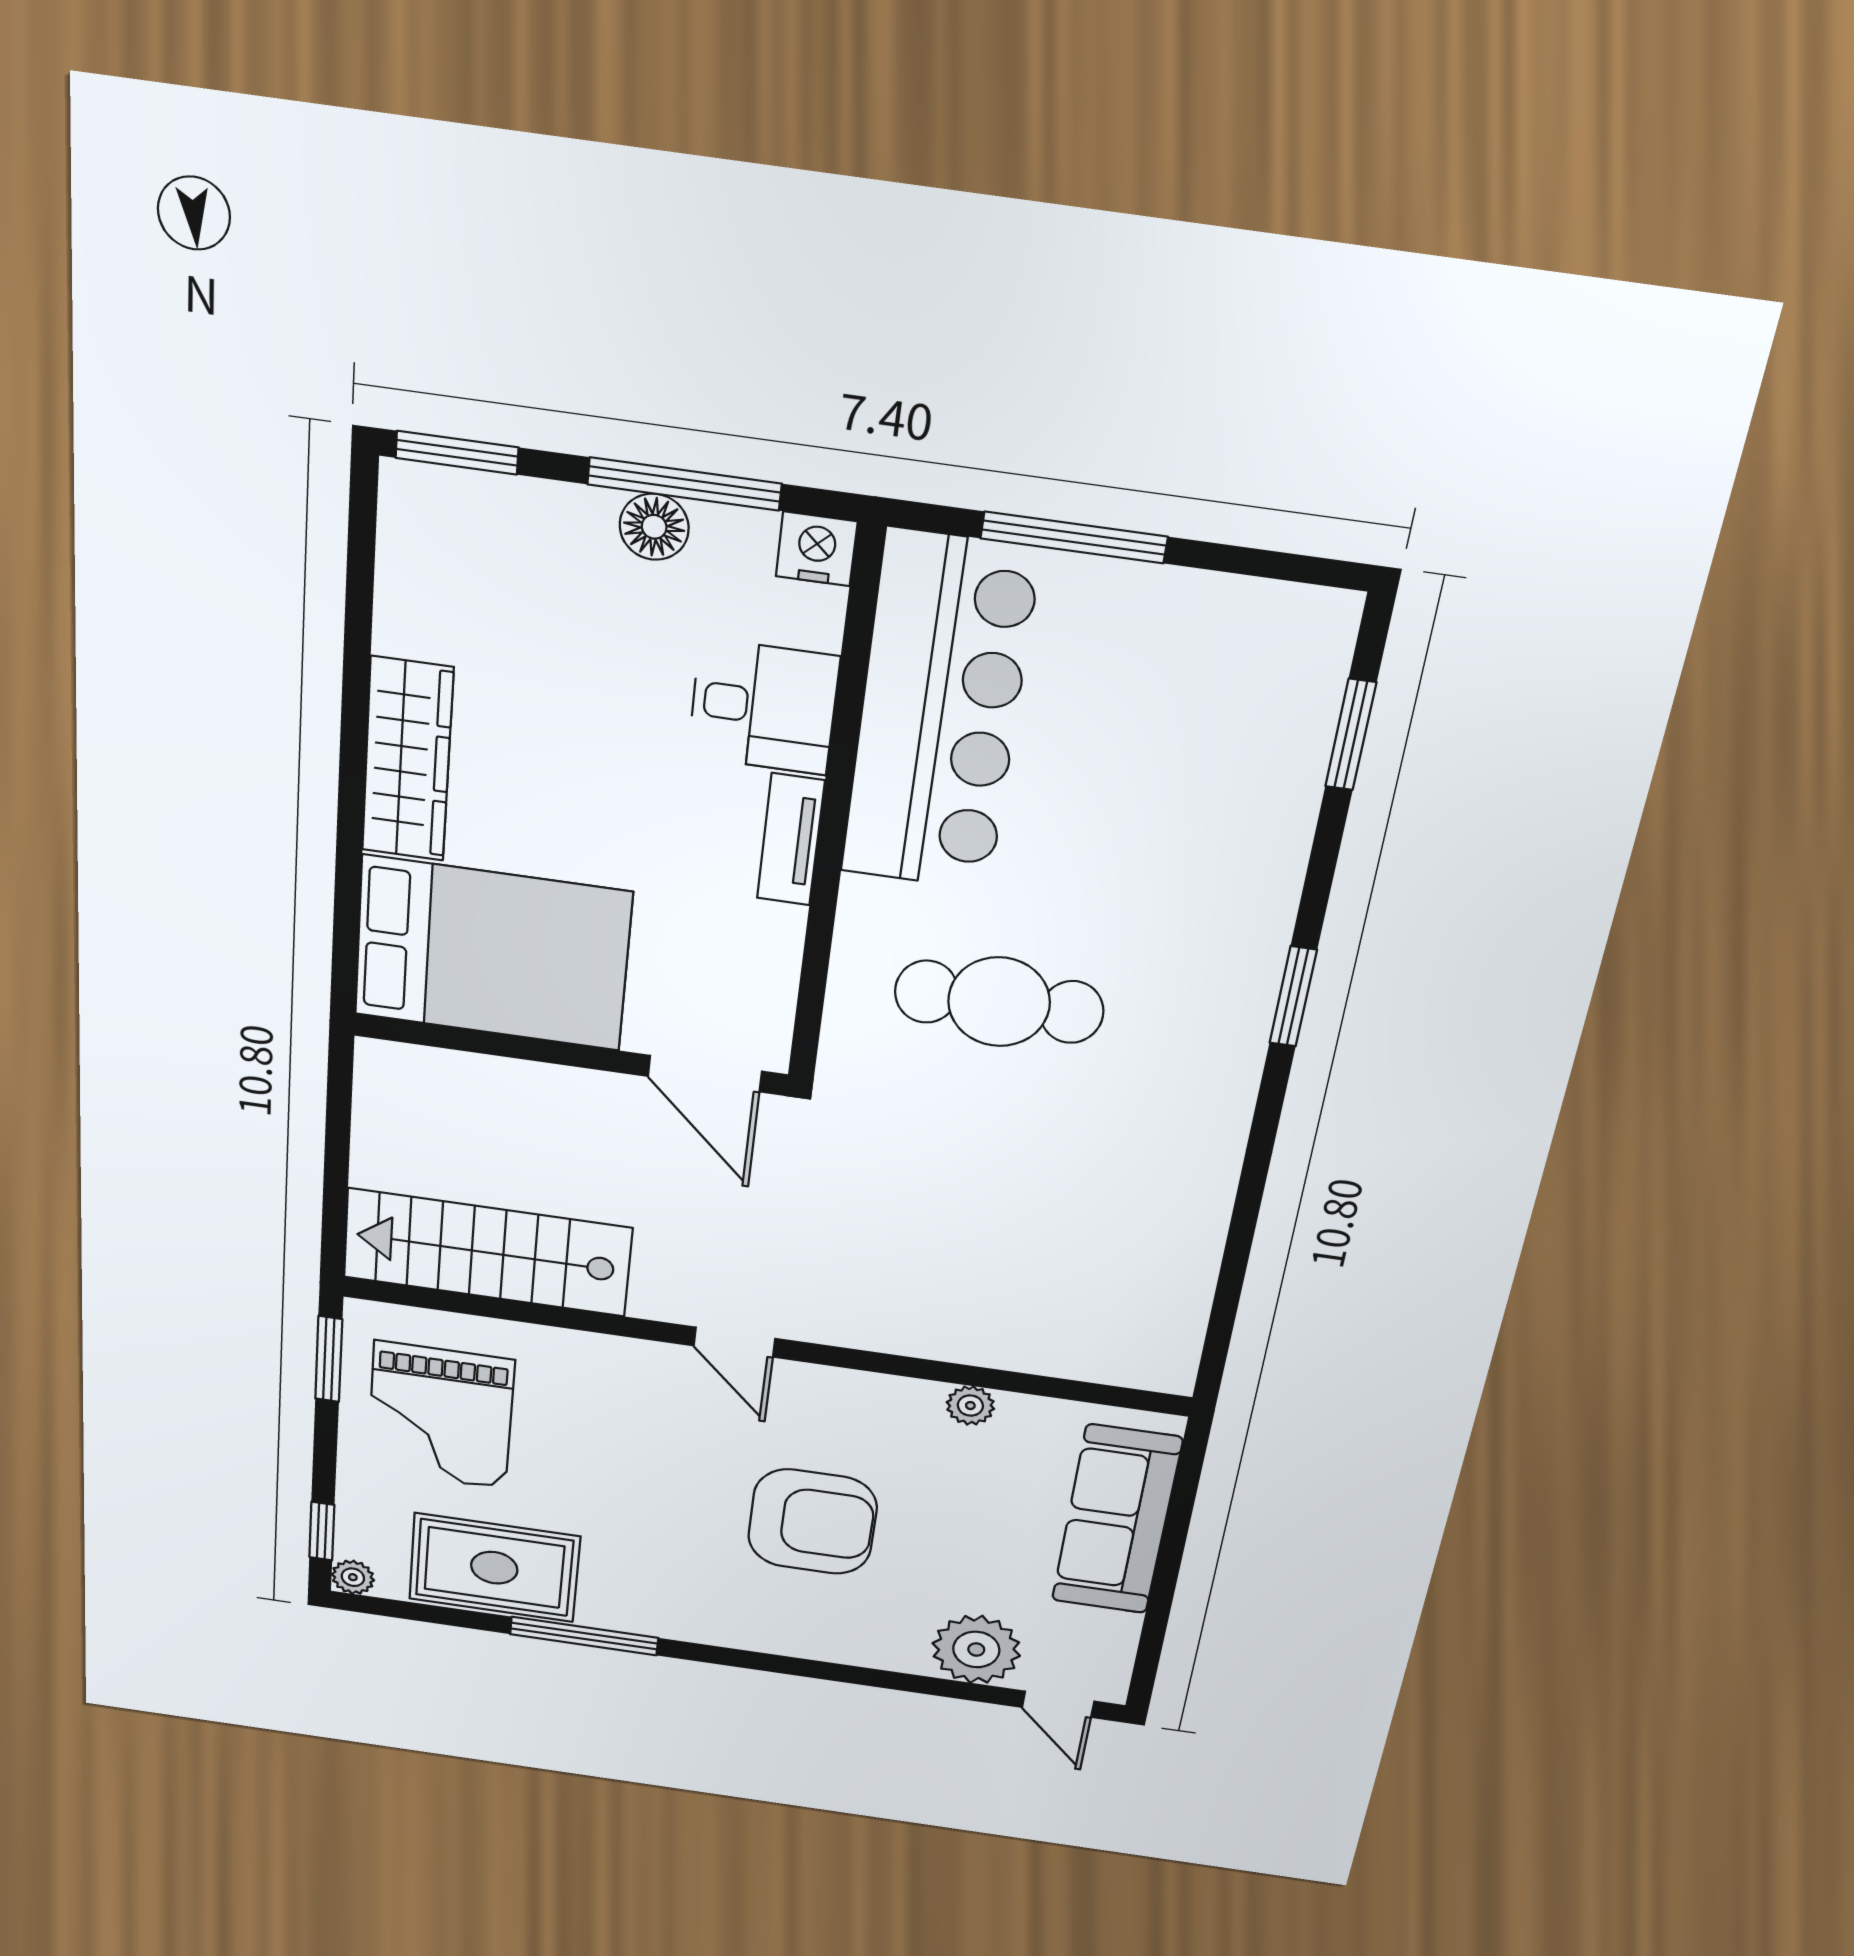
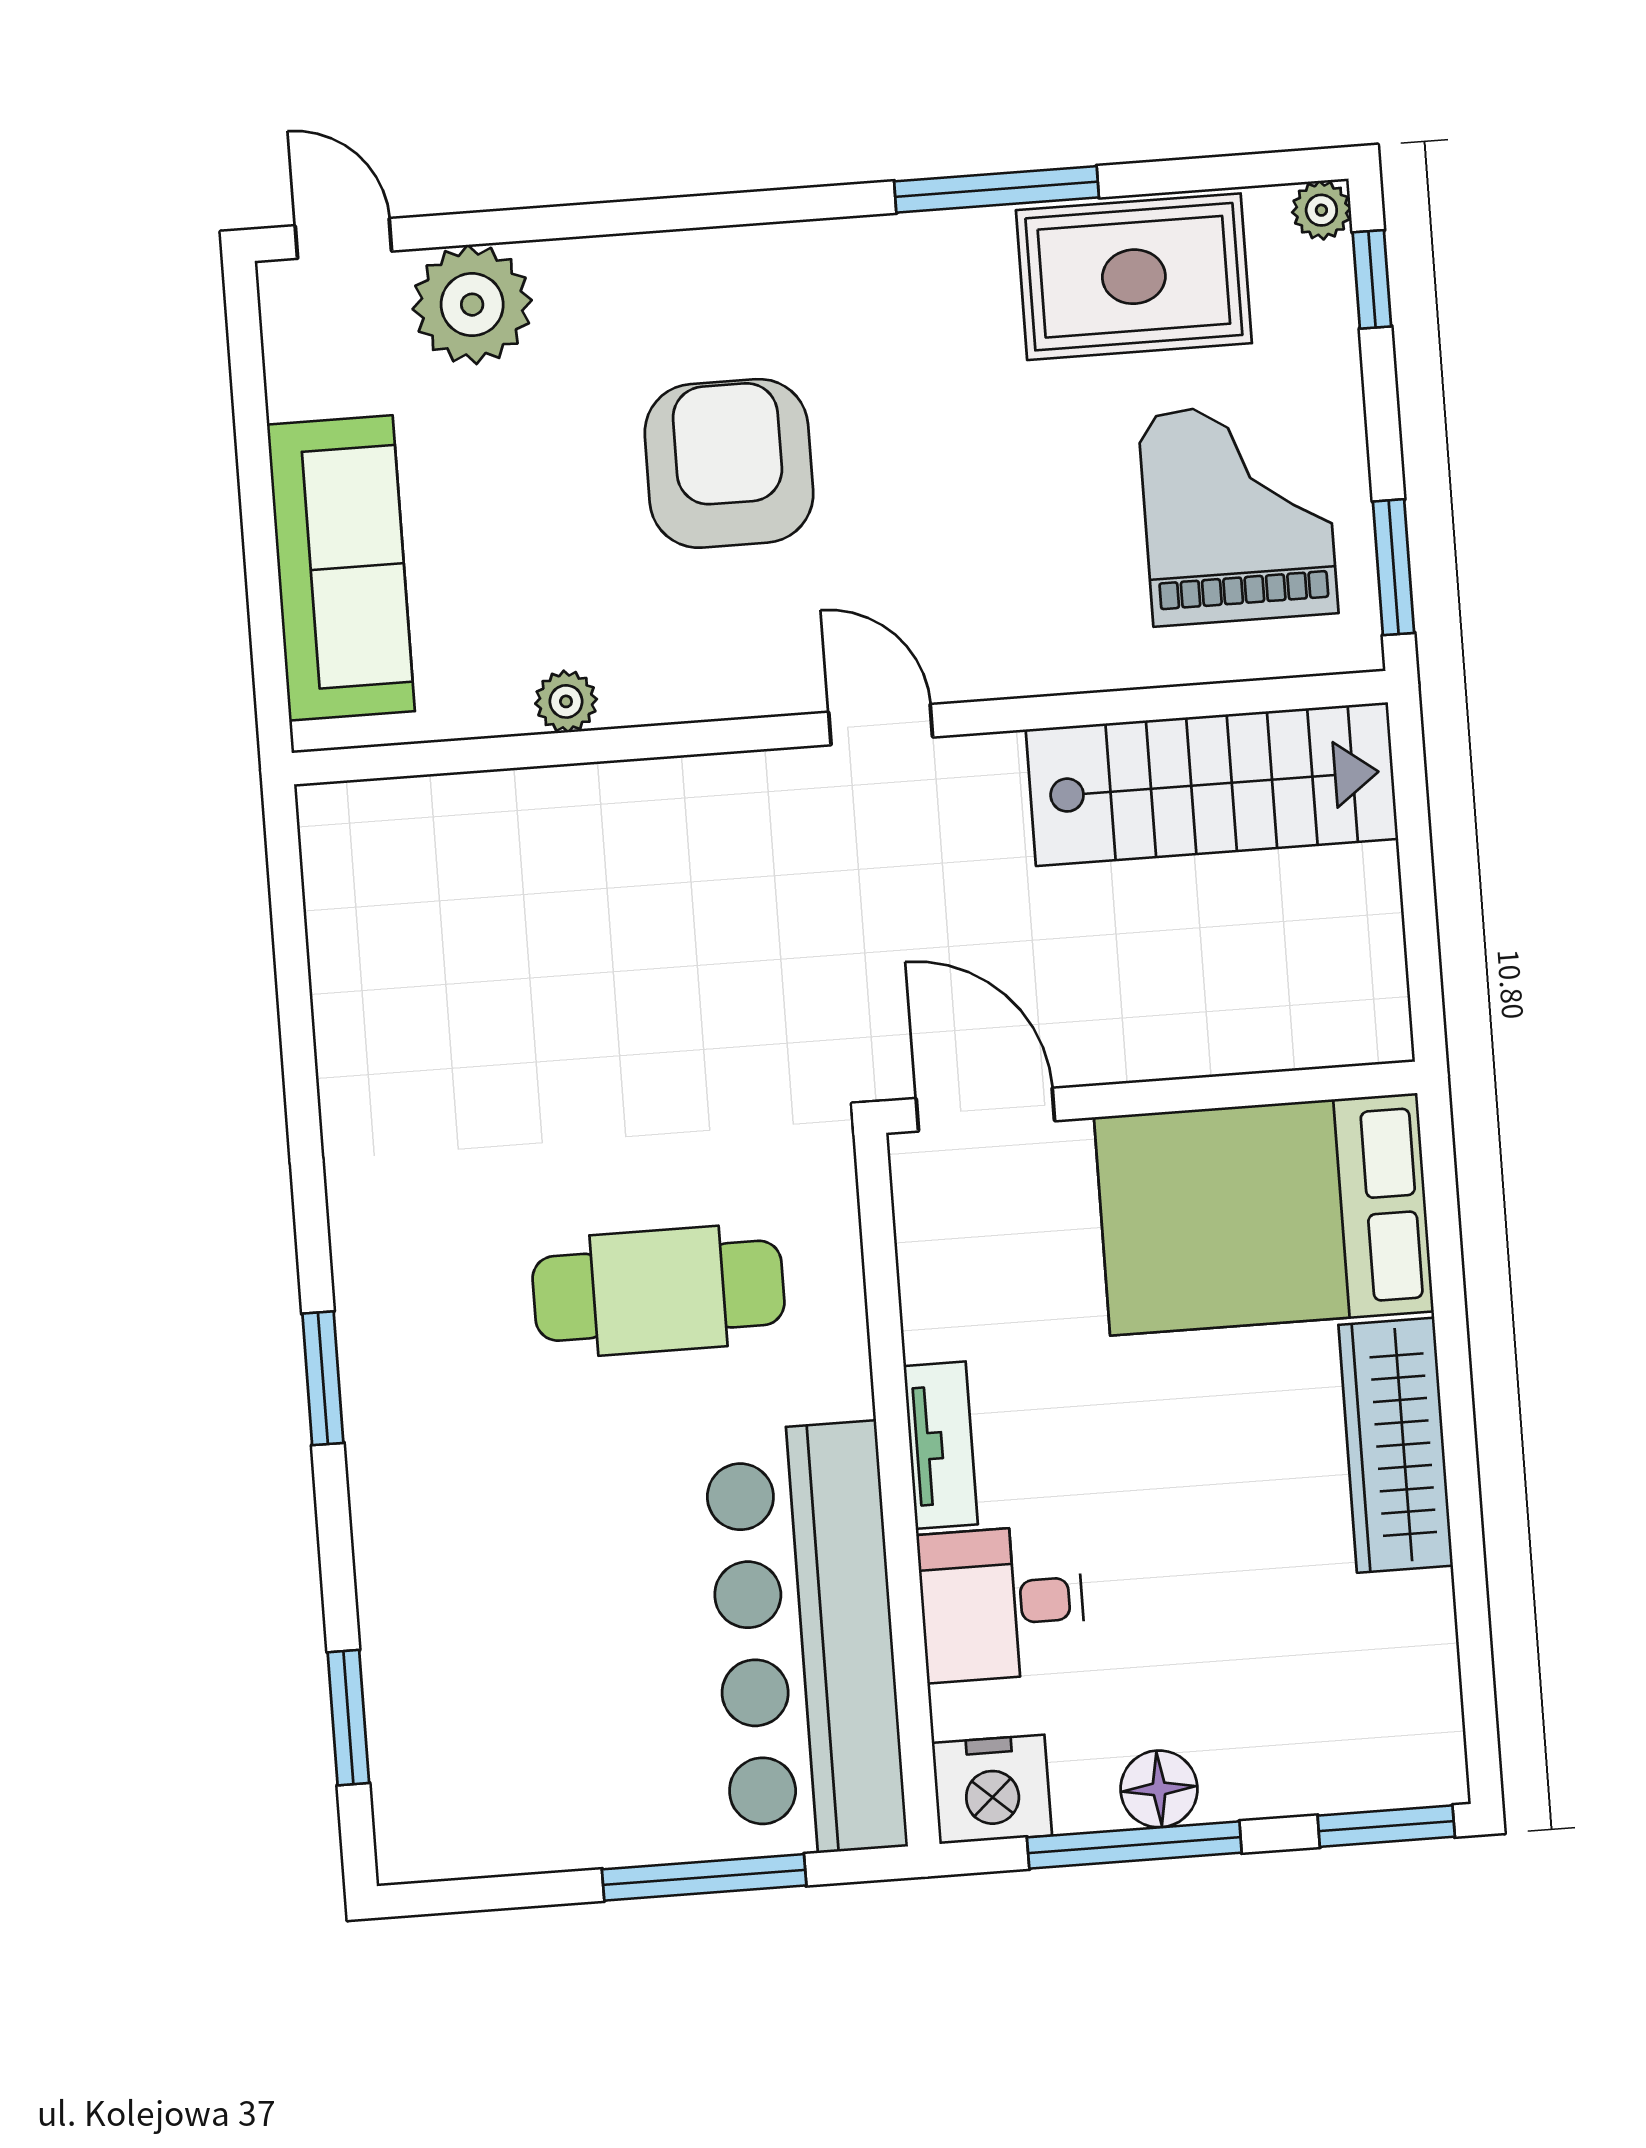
nightstand: (817, 549) -> (992, 1789), width x1.36, depth x1.33
armchair: (812, 1522) -> (729, 463), turned 90

